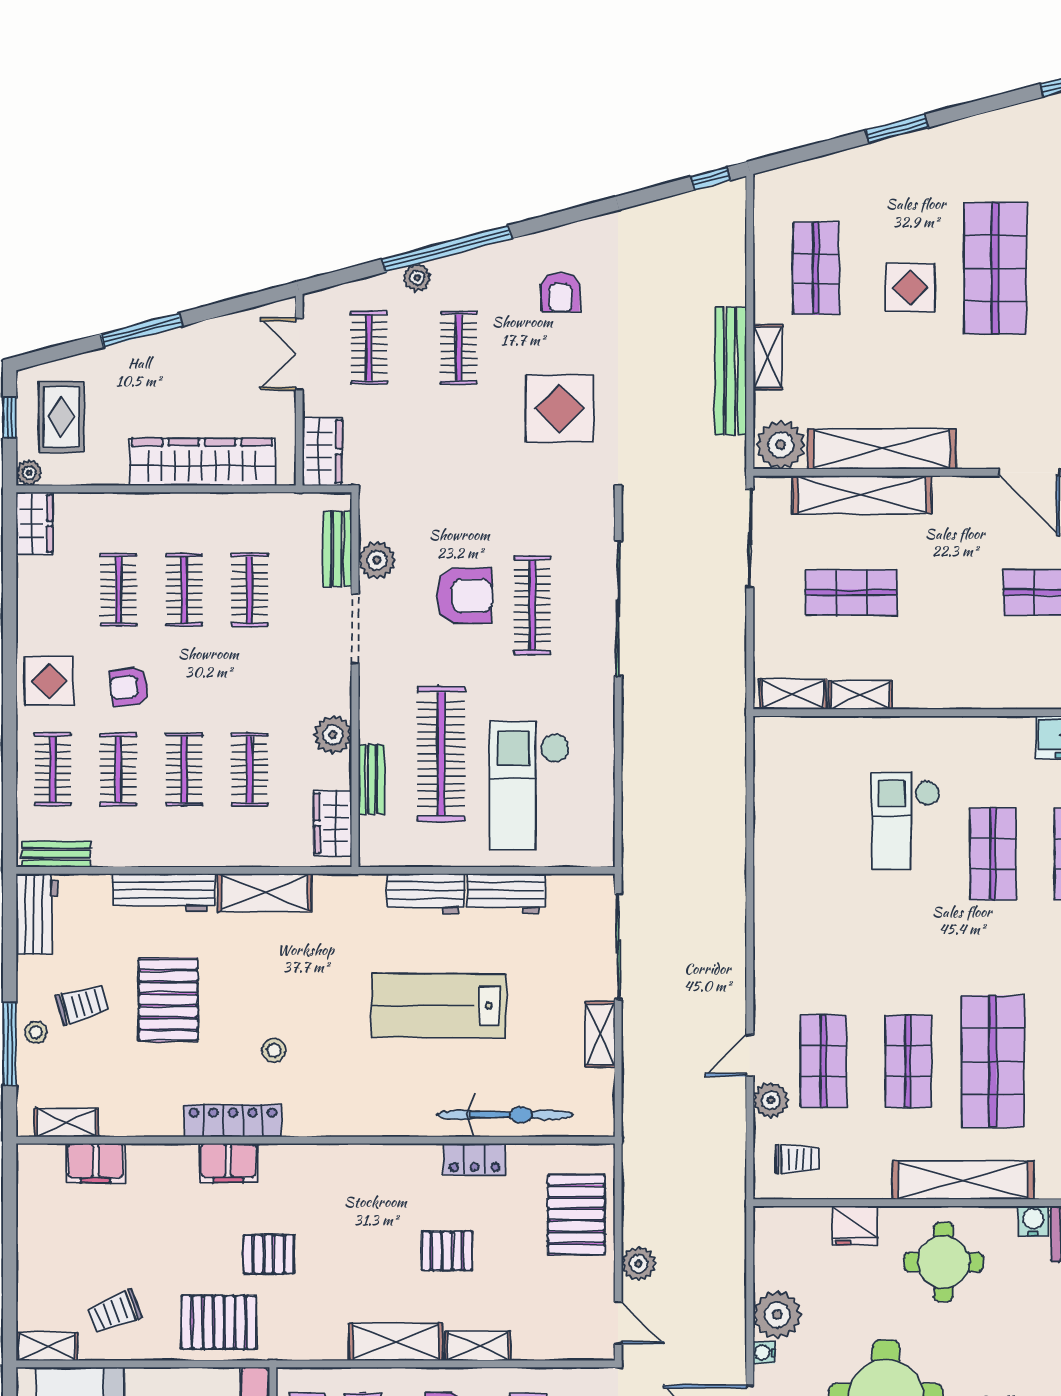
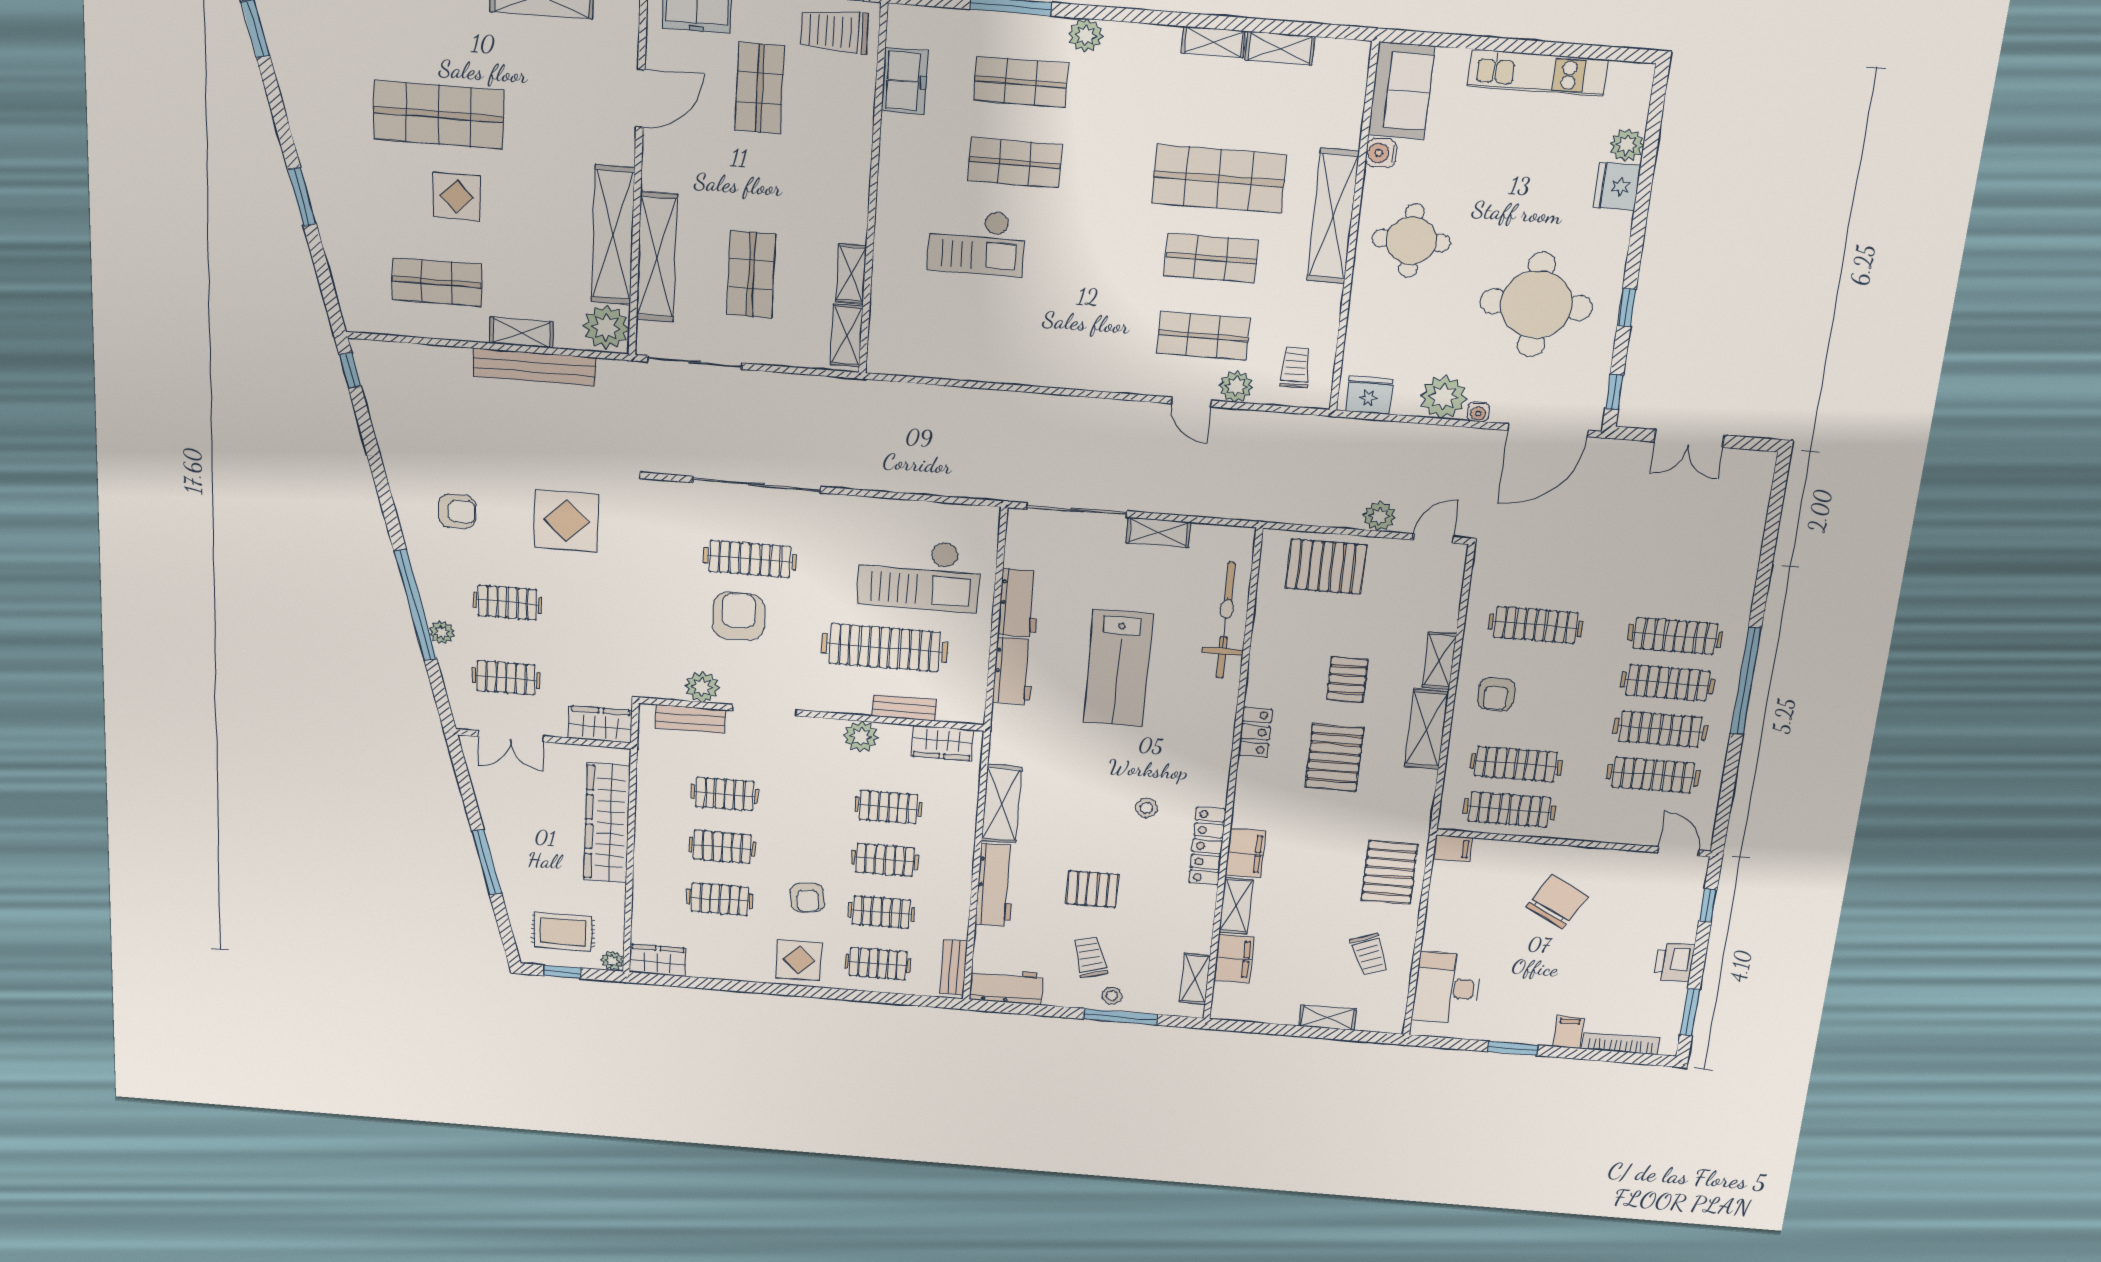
pallet: (168, 1000) -> (1092, 889), width x0.67, depth x0.71
shelving: (162, 1159) -> (1236, 906), added
locker: (474, 1159) -> (1255, 732), moved
fridge: (855, 1226) -> (1369, 395), moved, turned -90
pallet: (269, 1254) -> (1334, 758), moved, width x1.50, depth x1.42
shelving: (47, 1347) -> (1327, 1018), moved, turned 90

